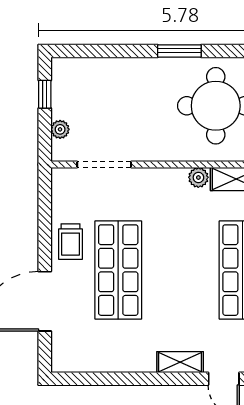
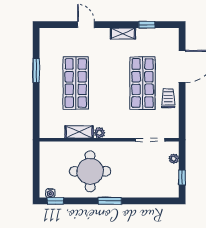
shelving: (180, 362) -> (123, 34), moved
window: (110, 379) -> (147, 25), added

